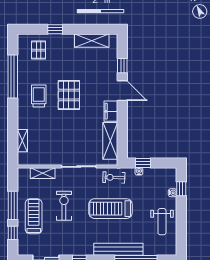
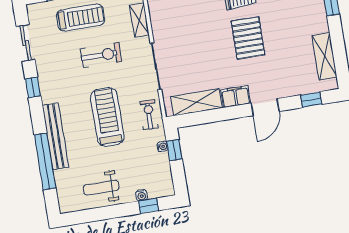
window: (122, 66) -> (311, 100), moved
pallet: (69, 95) -> (248, 38), turned 90

